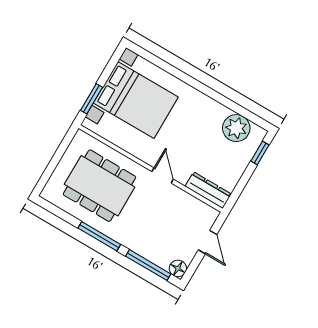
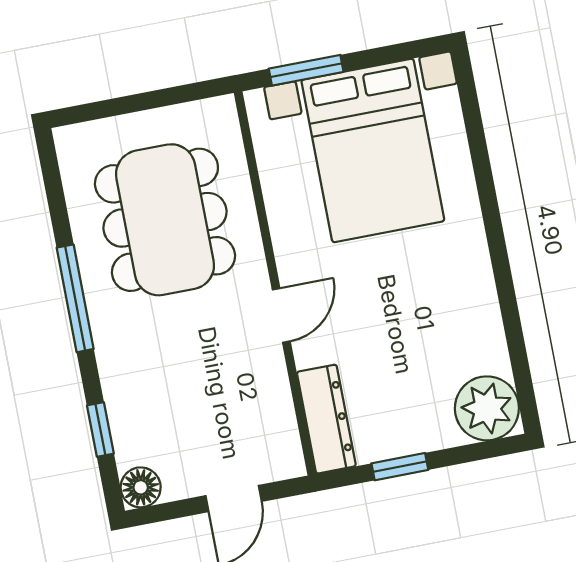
plant: (236, 128) -> (487, 408), moved
window: (260, 153) -> (400, 467), moved
window: (148, 265) -> (100, 430), width x0.46

